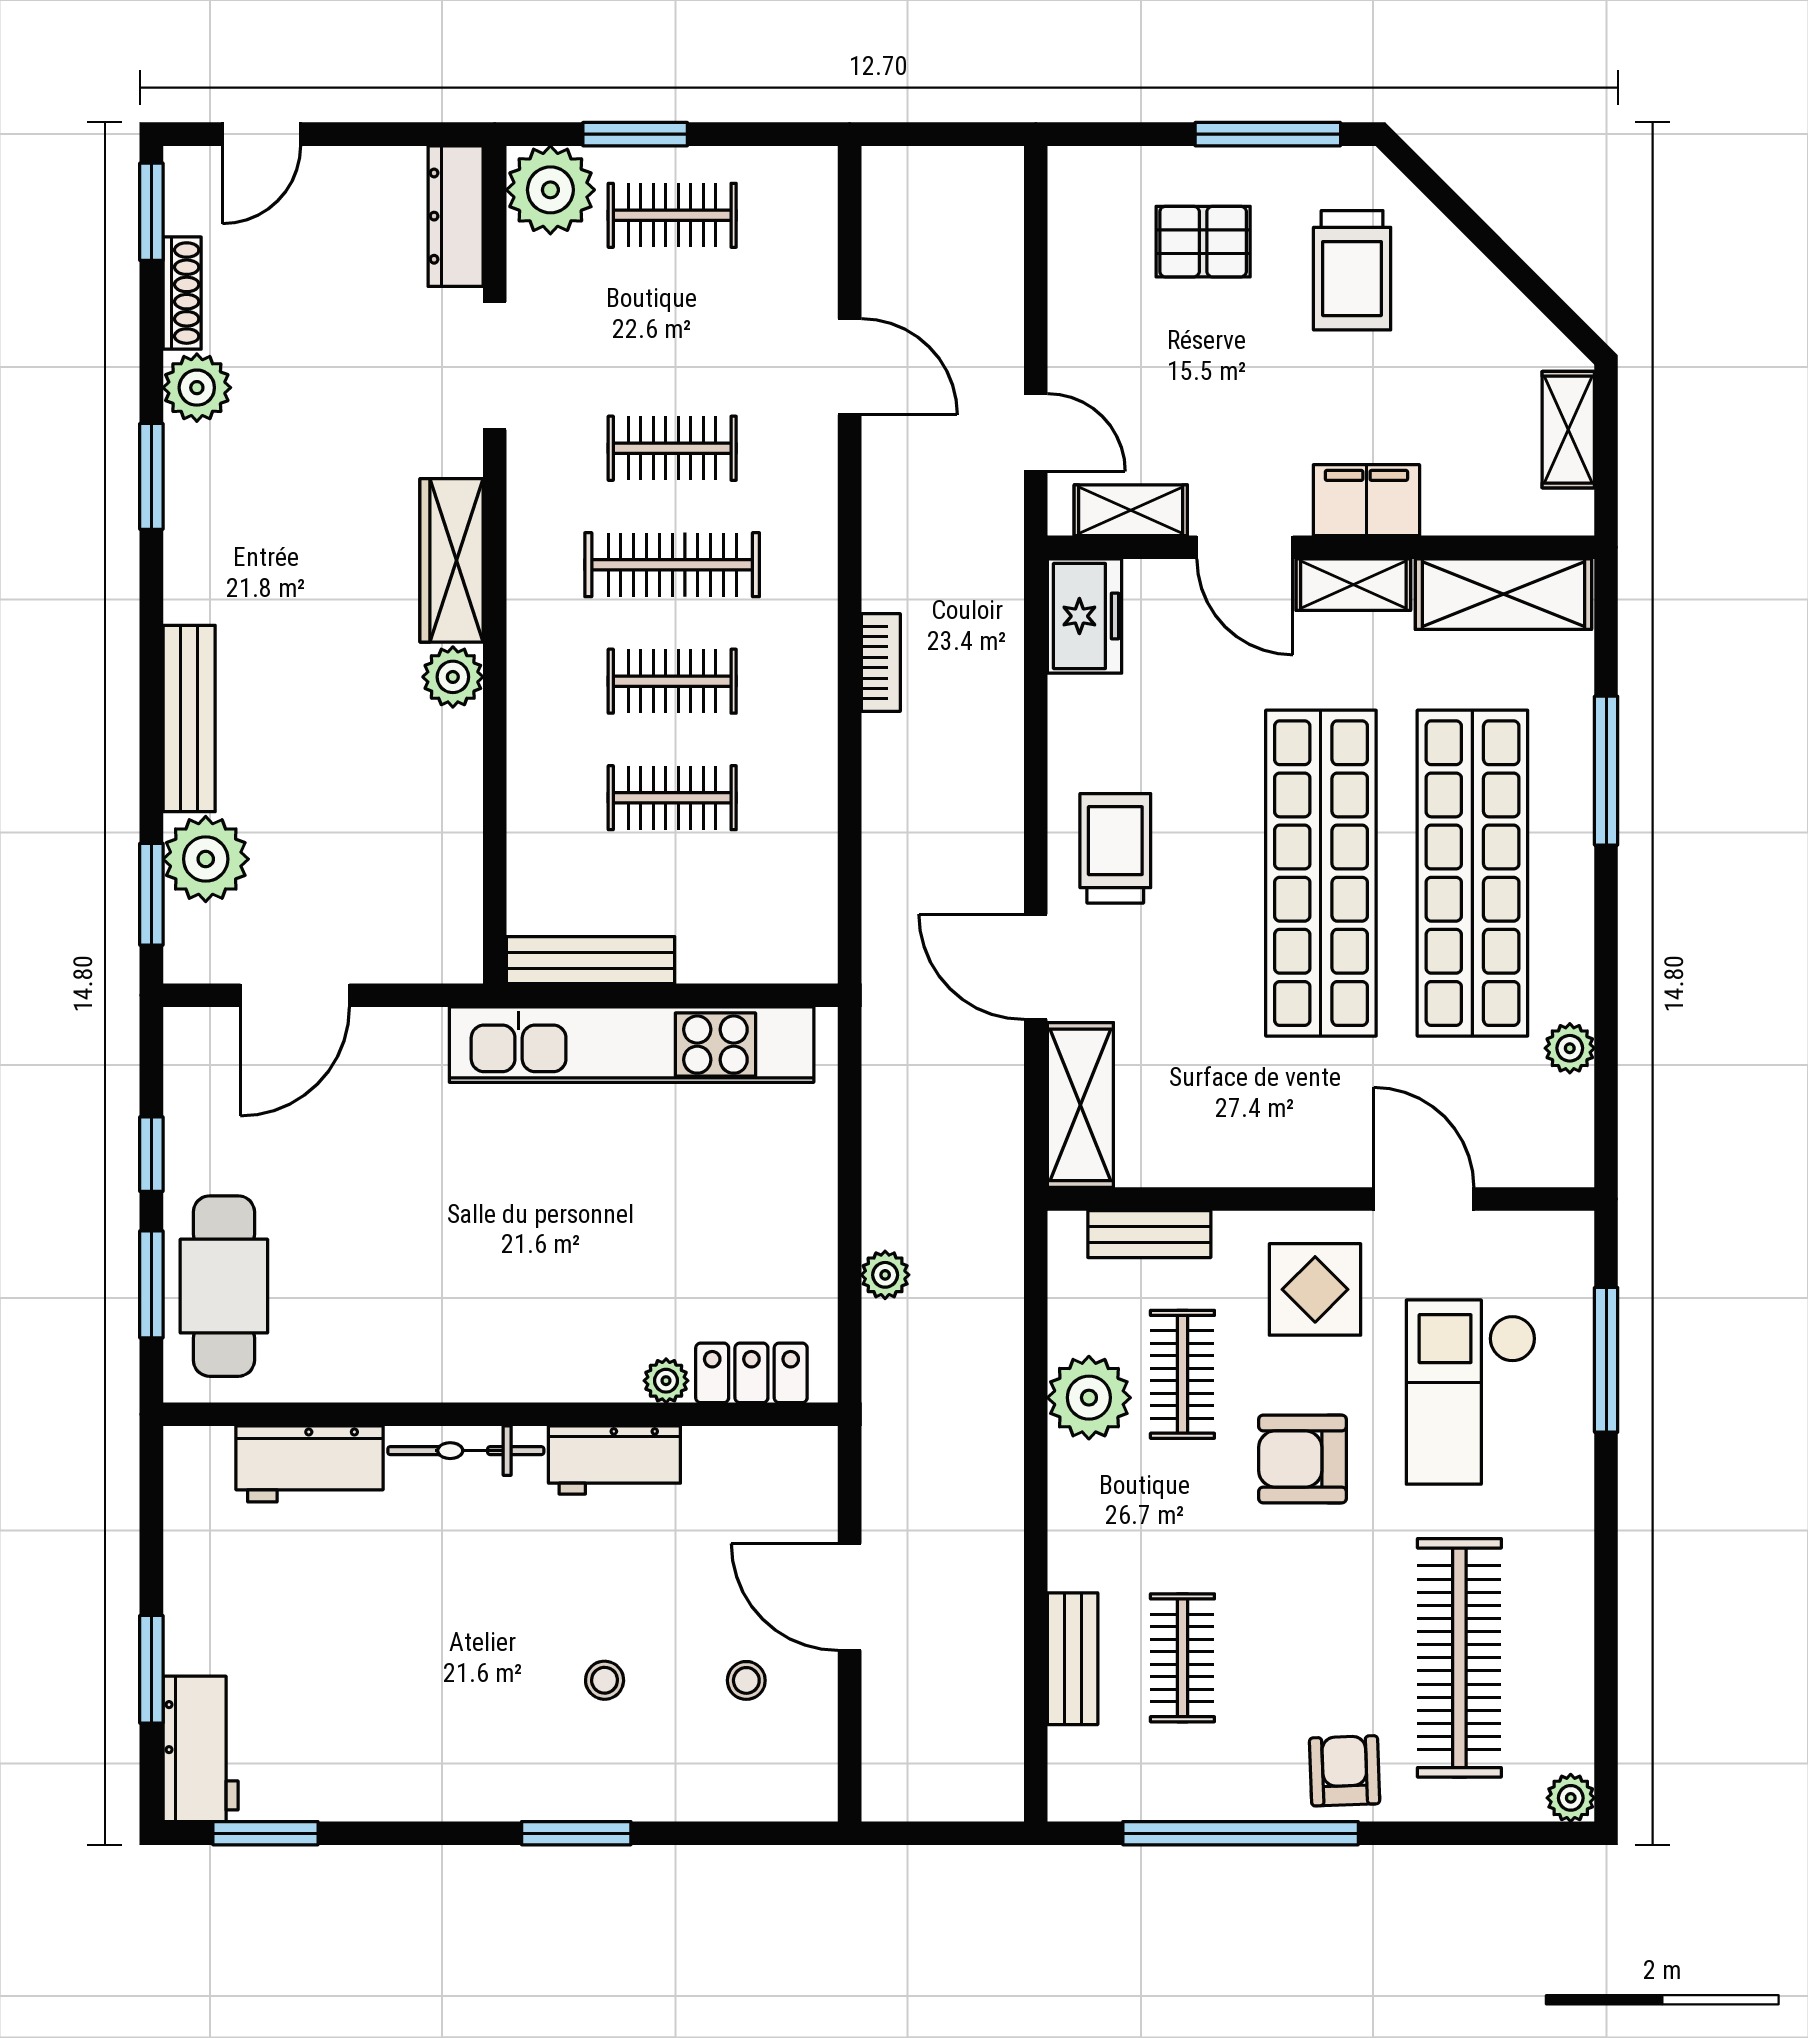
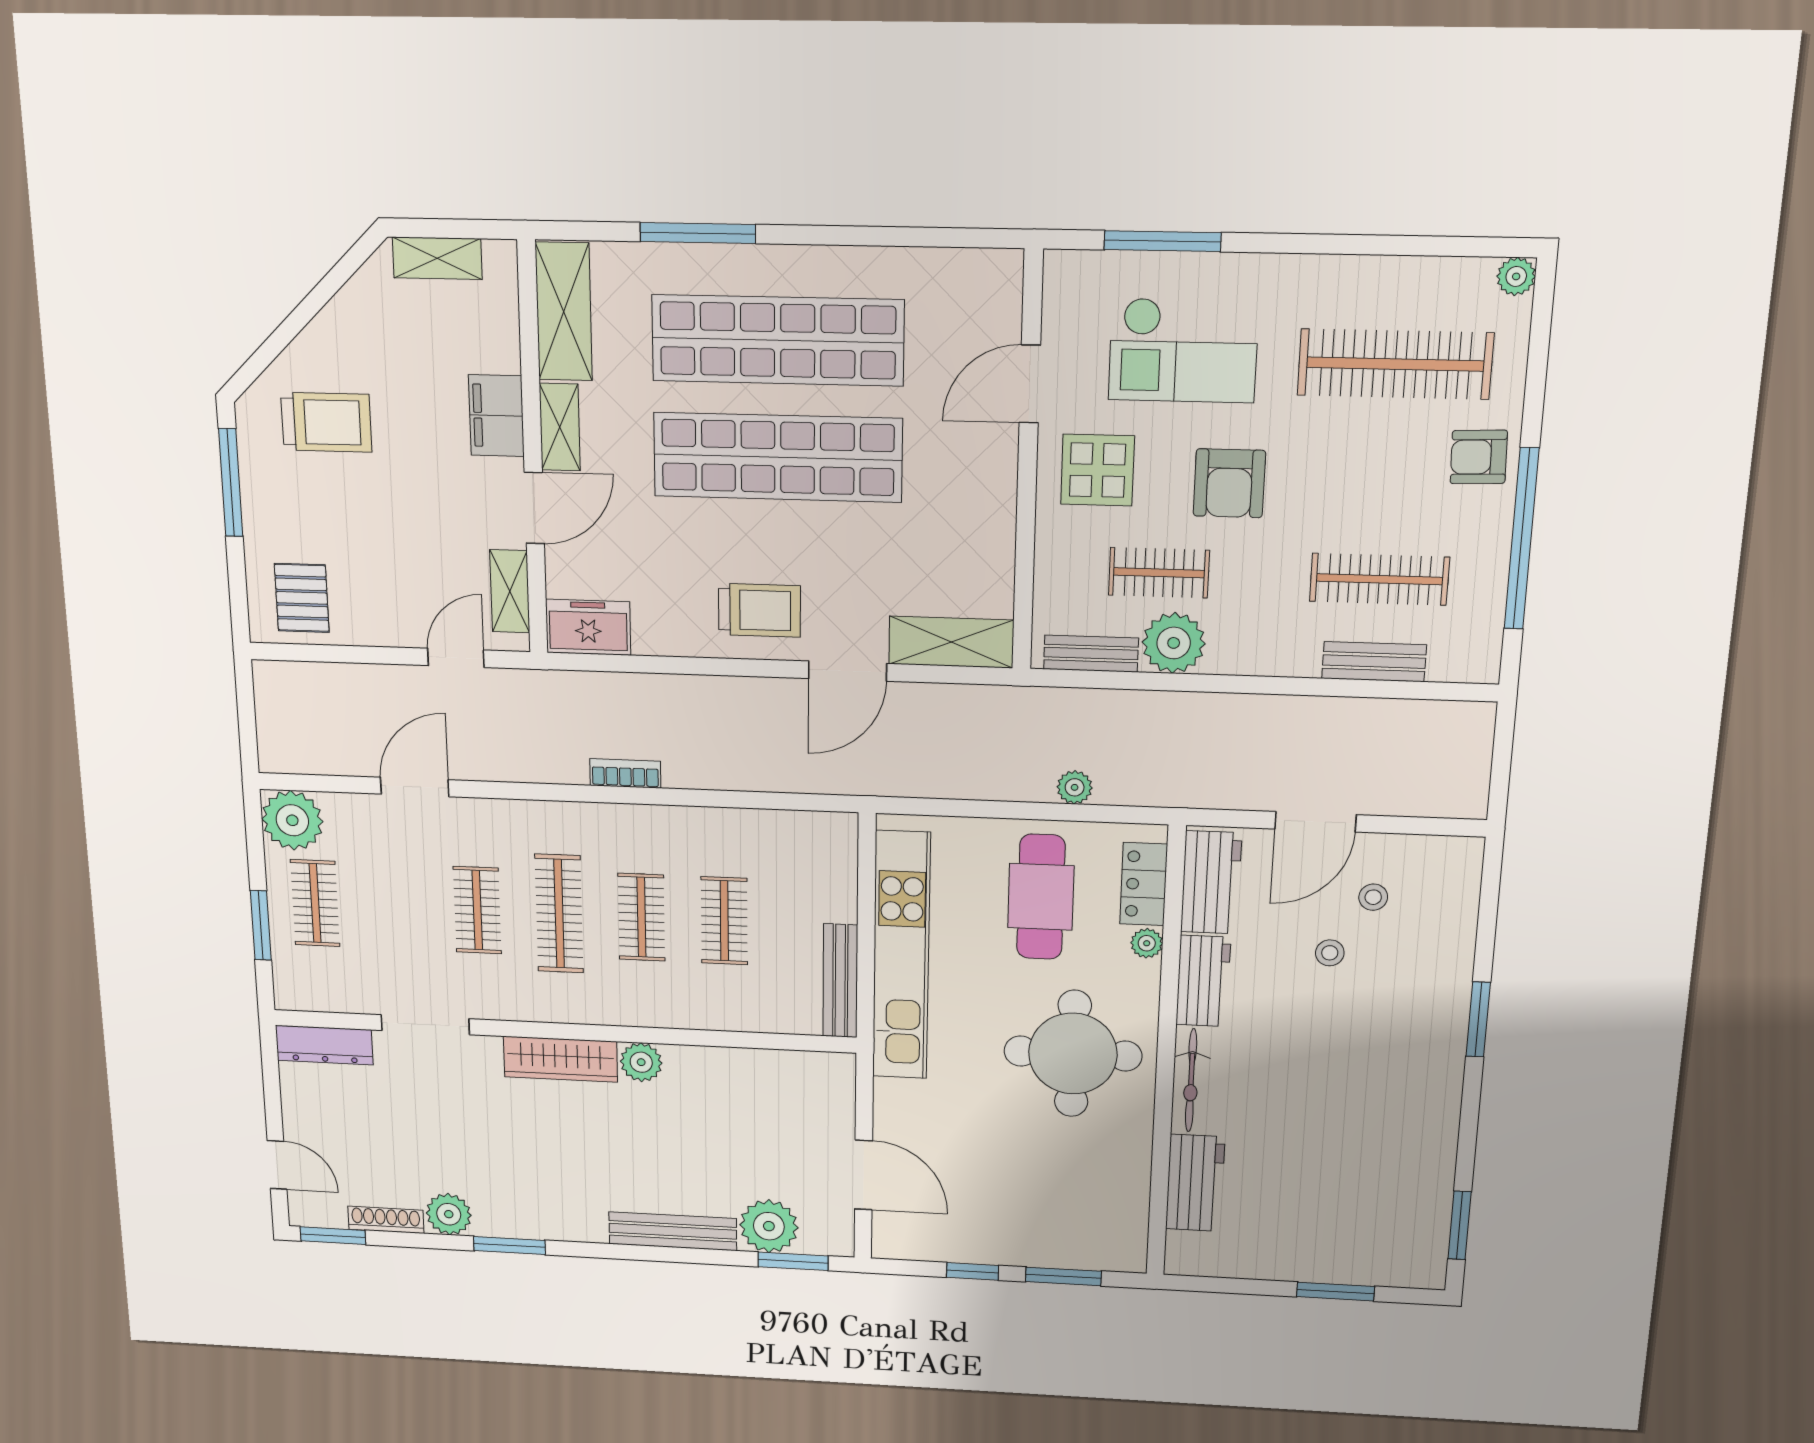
plant: (550, 190) -> (292, 820), moved
pallet: (1203, 242) -> (302, 598), moved
trolley: (1115, 848) -> (759, 610), turned 180
plant: (1570, 1048) -> (914, 266), removed
bench: (1149, 1234) -> (1091, 654), moved, turned 90
cafe table: (224, 1286) -> (1041, 897), moved, turned 90
round table: (498, 1286) -> (1073, 1054), added
clothes rail: (1182, 1658) -> (1379, 579), width x1.36
stool: (605, 1680) -> (1330, 953), moved
workbench: (201, 1749) -> (1211, 882), moved, turned 90

